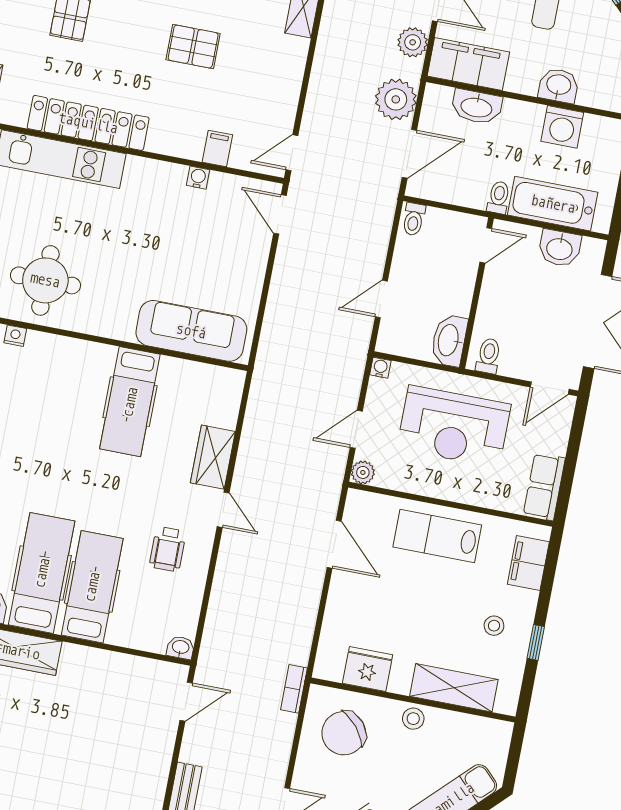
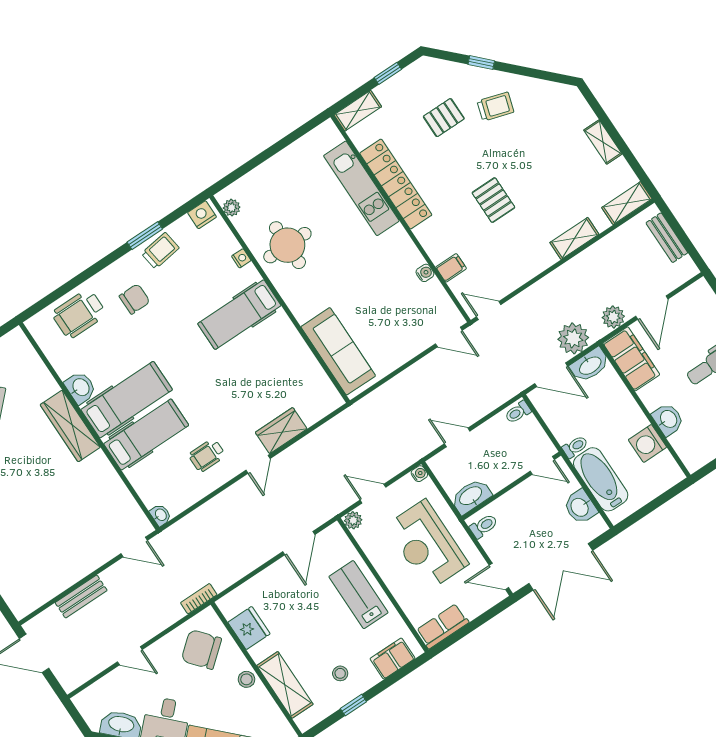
washbasin: (477, 107) -> (590, 365), moved, turned -90
door: (280, 214) -> (449, 337), swing flipped
hospital bed: (130, 402) -> (239, 315), moved

